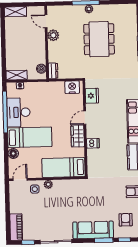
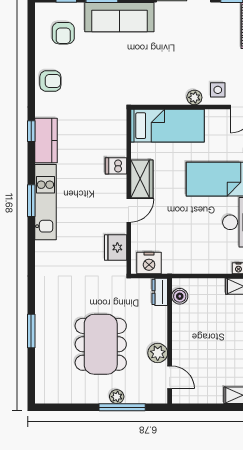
door: (46, 21) -> (170, 377), moved
plant: (53, 35) -> (158, 353), moved
wall: (47, 42) -> (170, 341), moved
boiler: (41, 69) -> (180, 296), moved
dresser: (53, 71) -> (160, 292), moved

